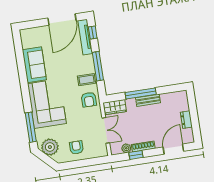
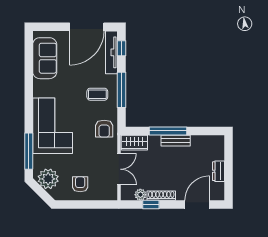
sofa: (34, 65) -> (45, 58), moved
coffee table: (86, 80) -> (97, 94), moved

